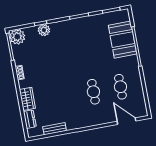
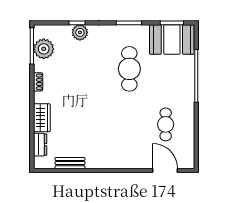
plant: (17, 37) -> (44, 49), moved
booth: (122, 40) -> (172, 39), moved, turned 90
cafe table: (93, 92) -> (129, 69), moved, width x1.37, depth x1.35

